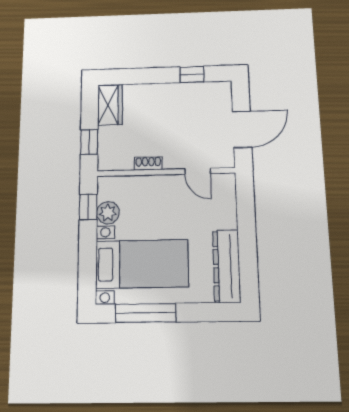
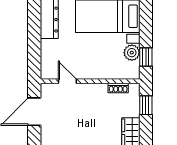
shoe rack: (148, 163) -> (118, 88), moved

